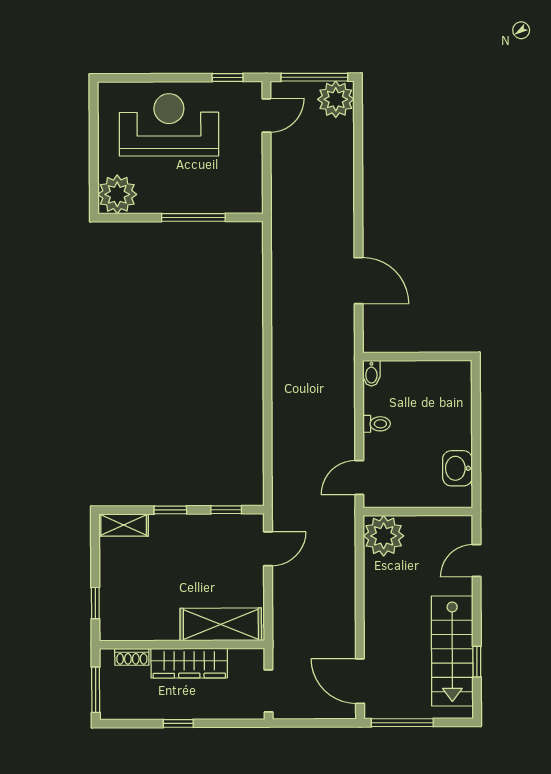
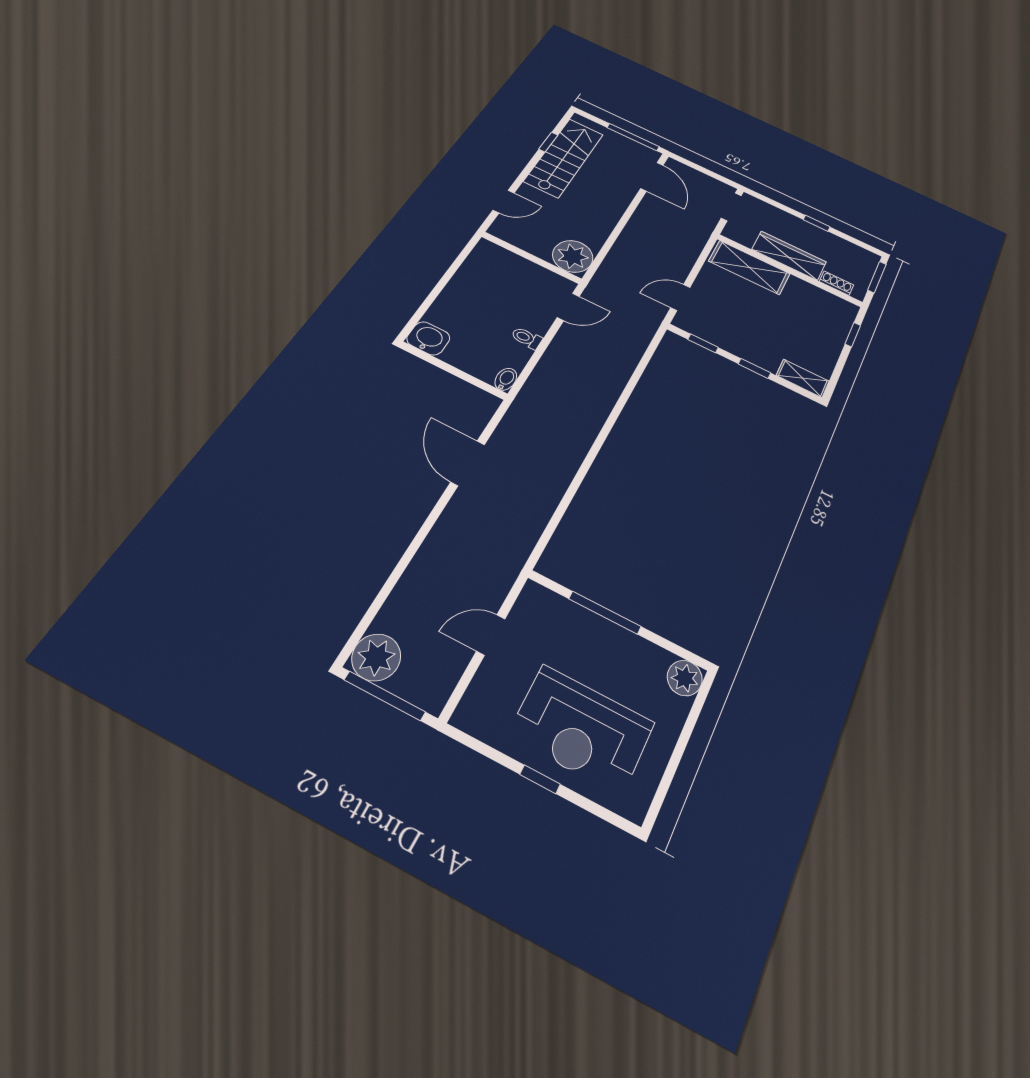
window: (228, 77) -> (540, 779), moved
door: (266, 115) -> (491, 635), moved
plant: (117, 194) -> (685, 678), width x0.73, depth x0.73
washbasin: (457, 468) -> (428, 338), moved, turned -90

